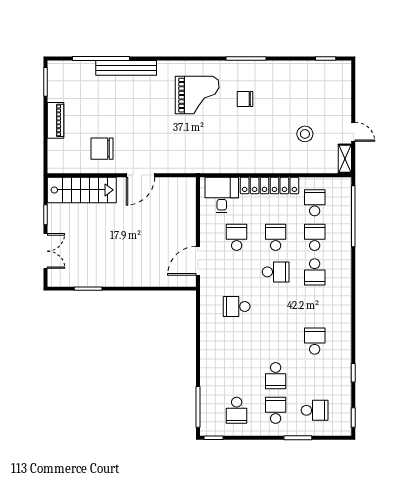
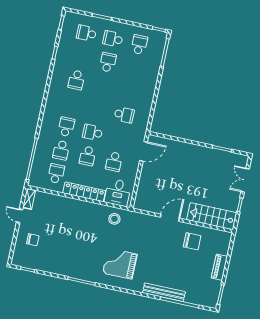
chair: (245, 99) -> (33, 240), moved
stool: (305, 134) -> (114, 219), moved
school desk: (315, 203) -> (56, 174), turned 180
school desk: (276, 410) -> (113, 39), turned 90

